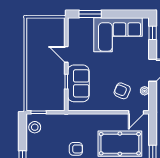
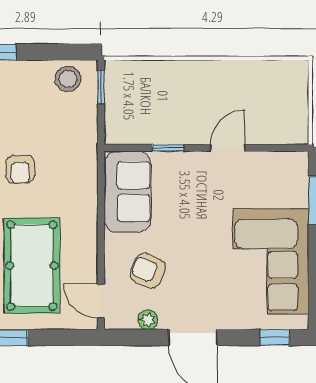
sofa: (78, 83) -> (128, 192), moved, turned -90
armchair: (122, 91) -> (148, 271), turned -87

